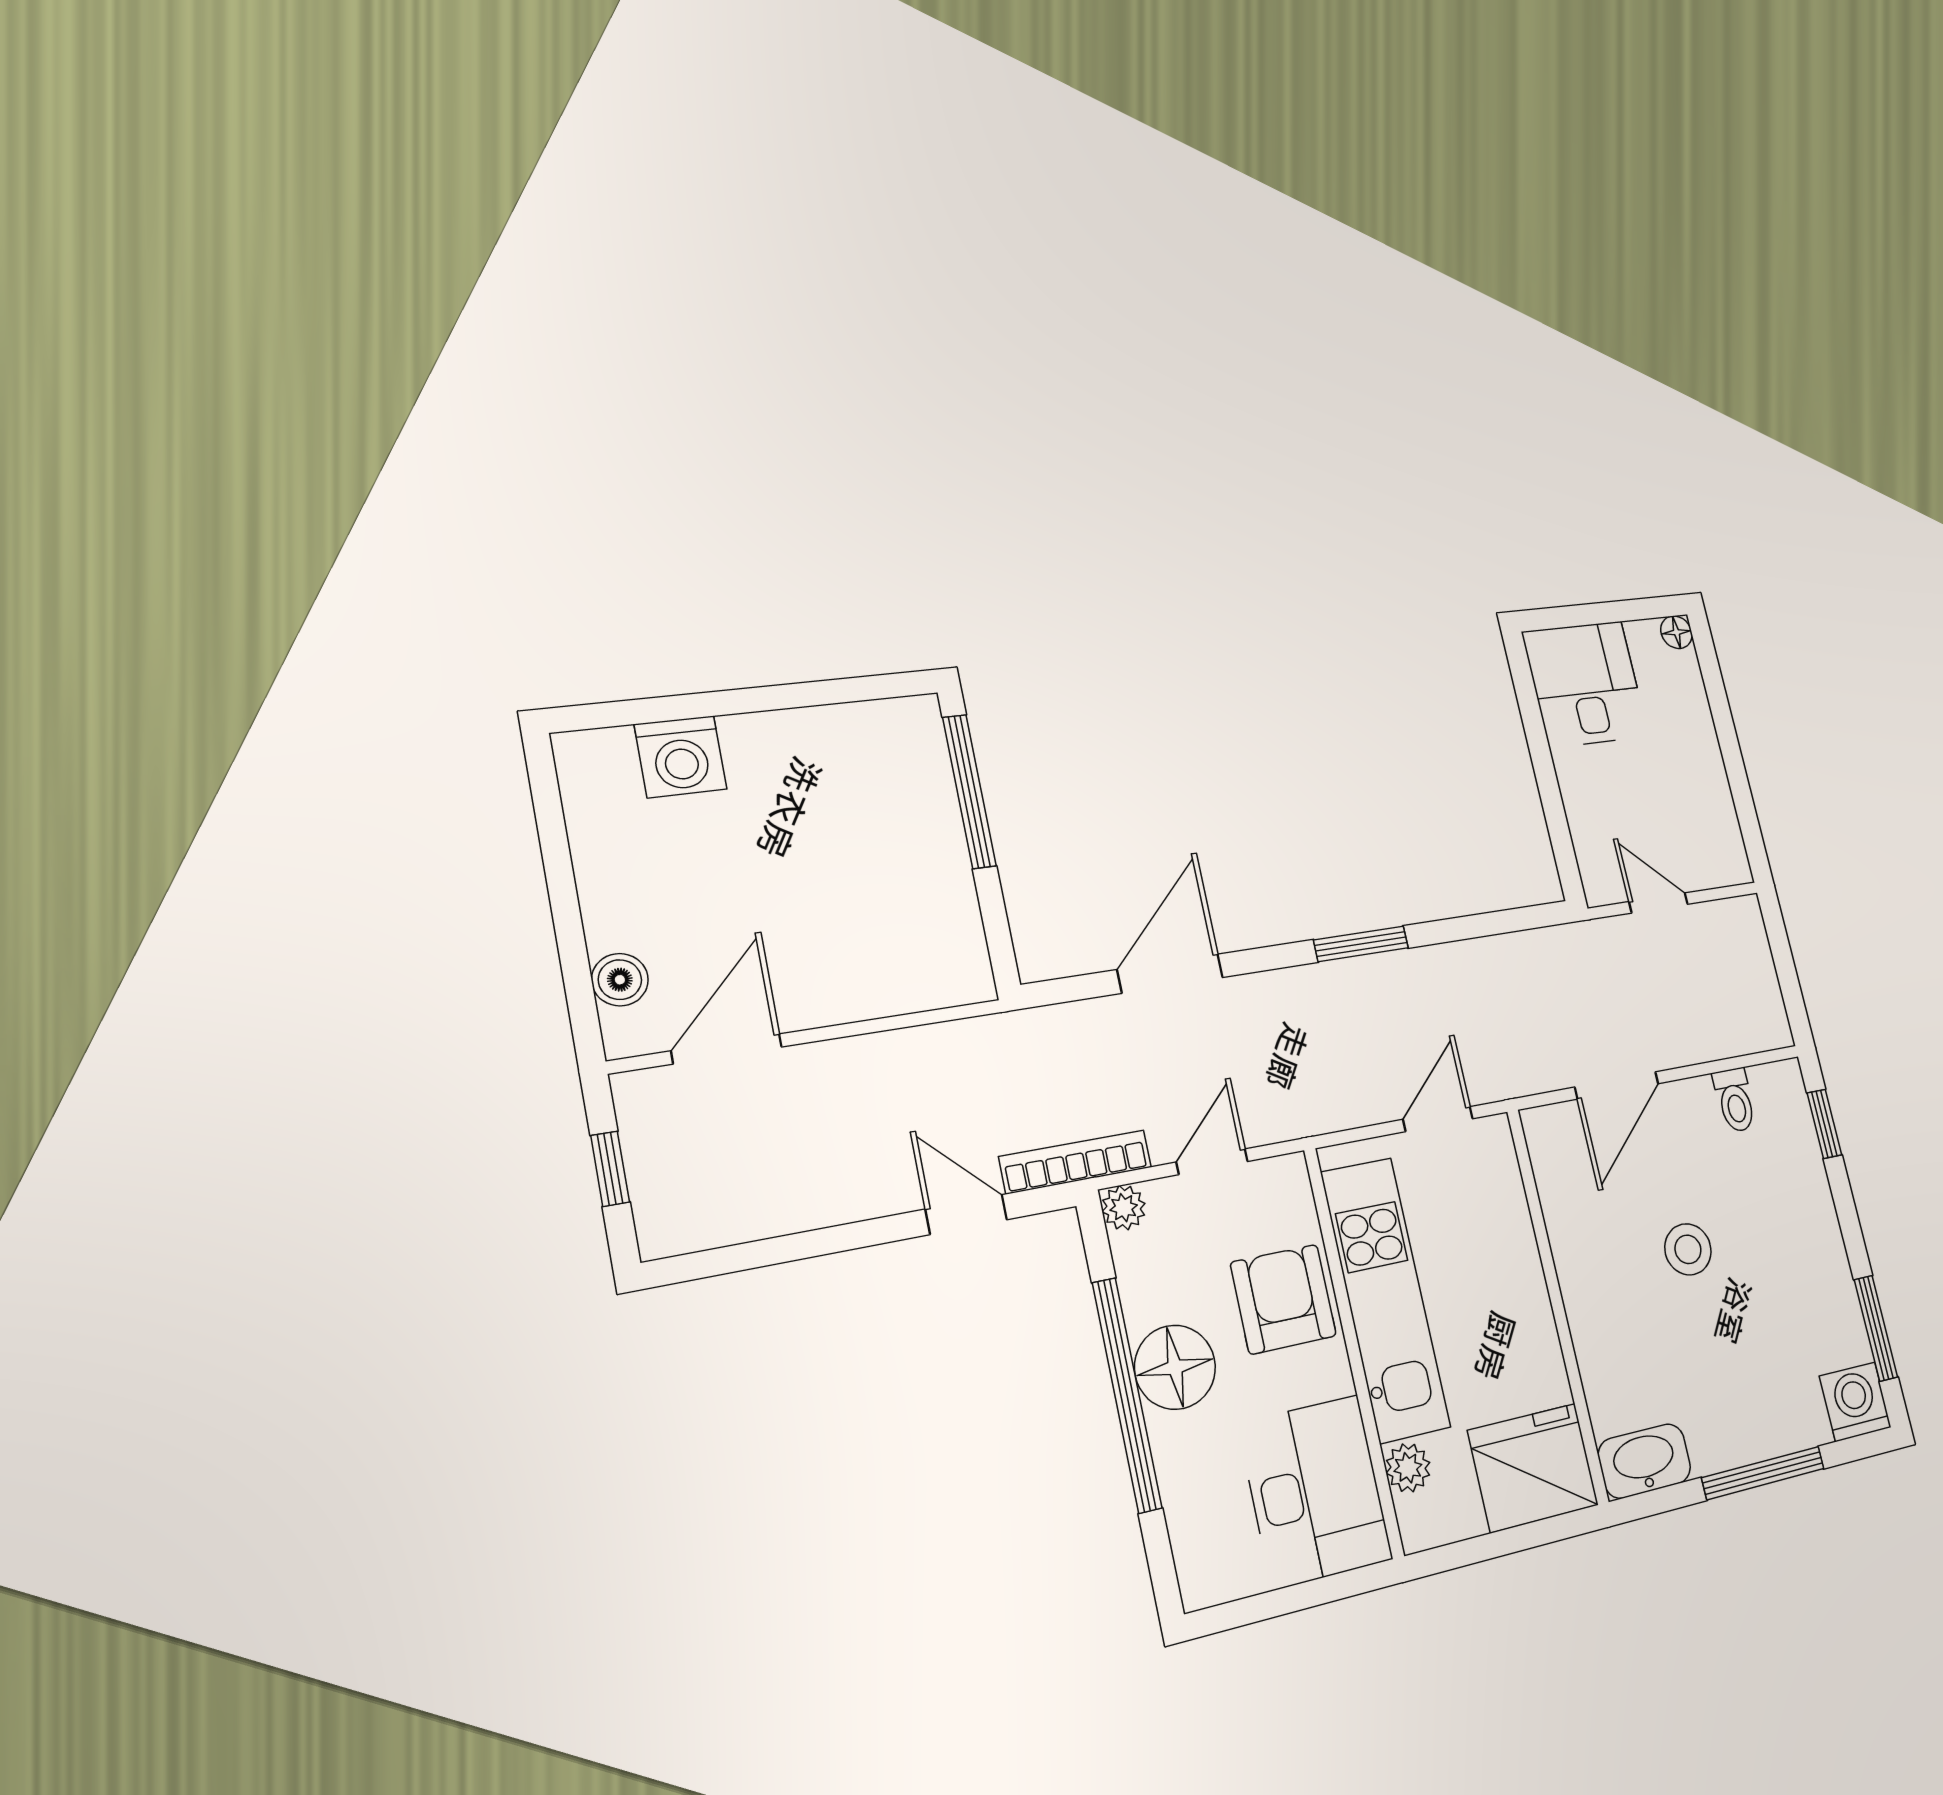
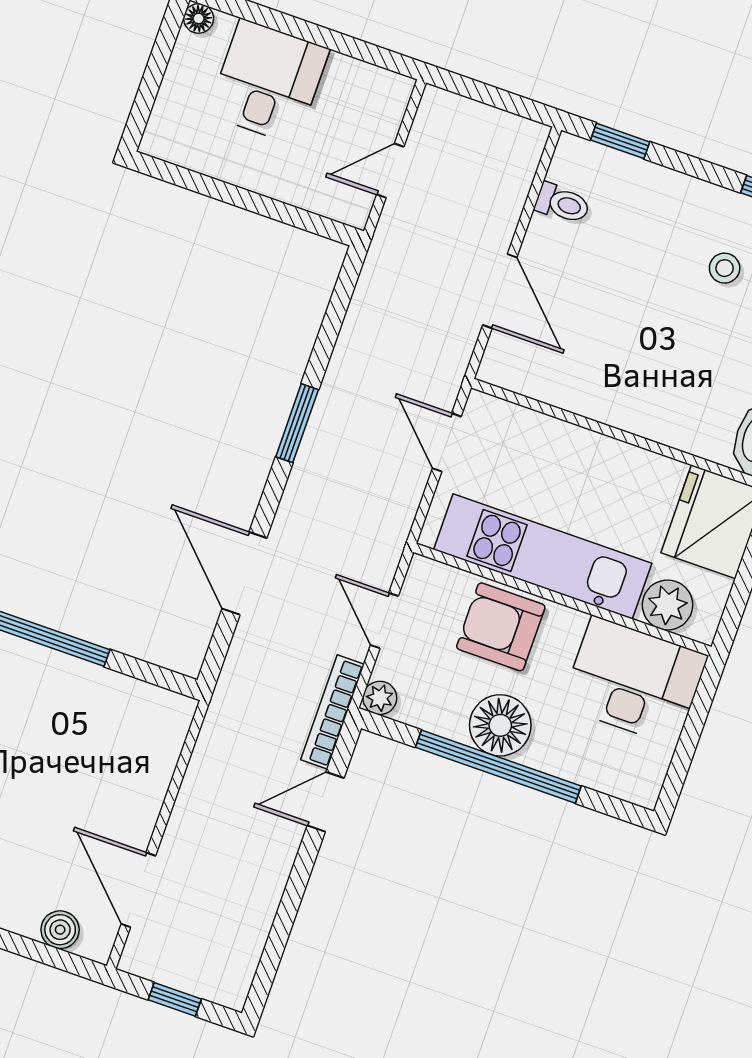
desk: (1585, 684) -> (268, 82), moved, turned 90
stool: (1688, 1249) -> (725, 268), moved, width x0.73, depth x0.73
plant: (1408, 1468) -> (668, 605), width x1.38, depth x1.38

